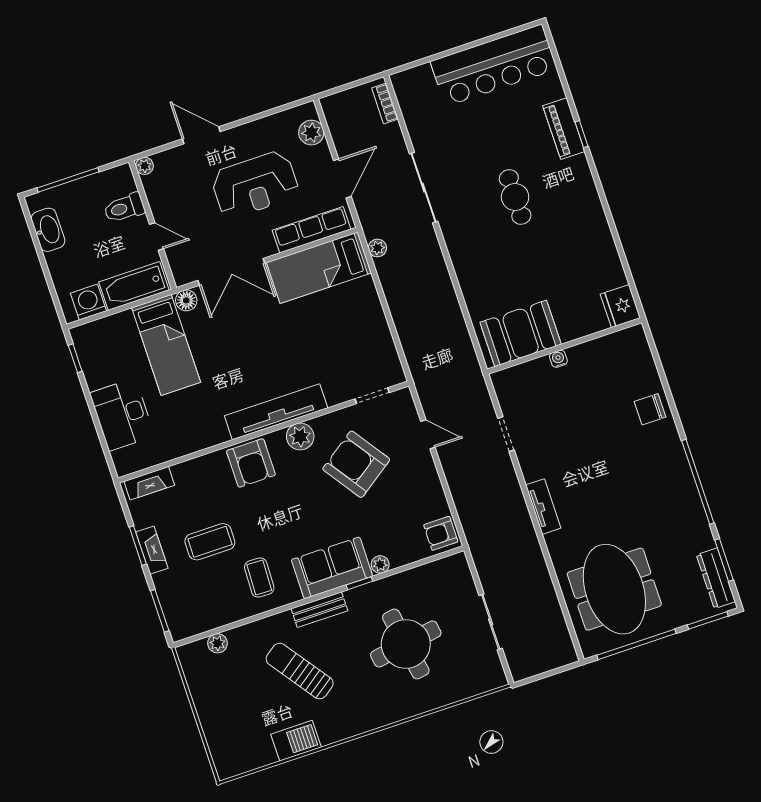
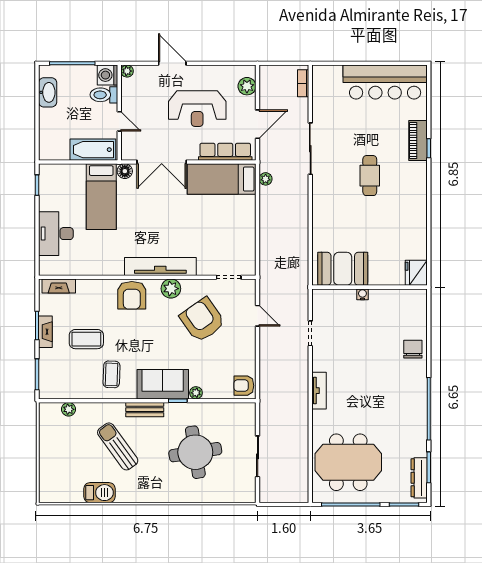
washing machine: (88, 302) -> (107, 75), moved, turned -90
chair: (650, 409) -> (413, 349), turned 90
meeting table: (614, 589) -> (348, 462), turned 90

